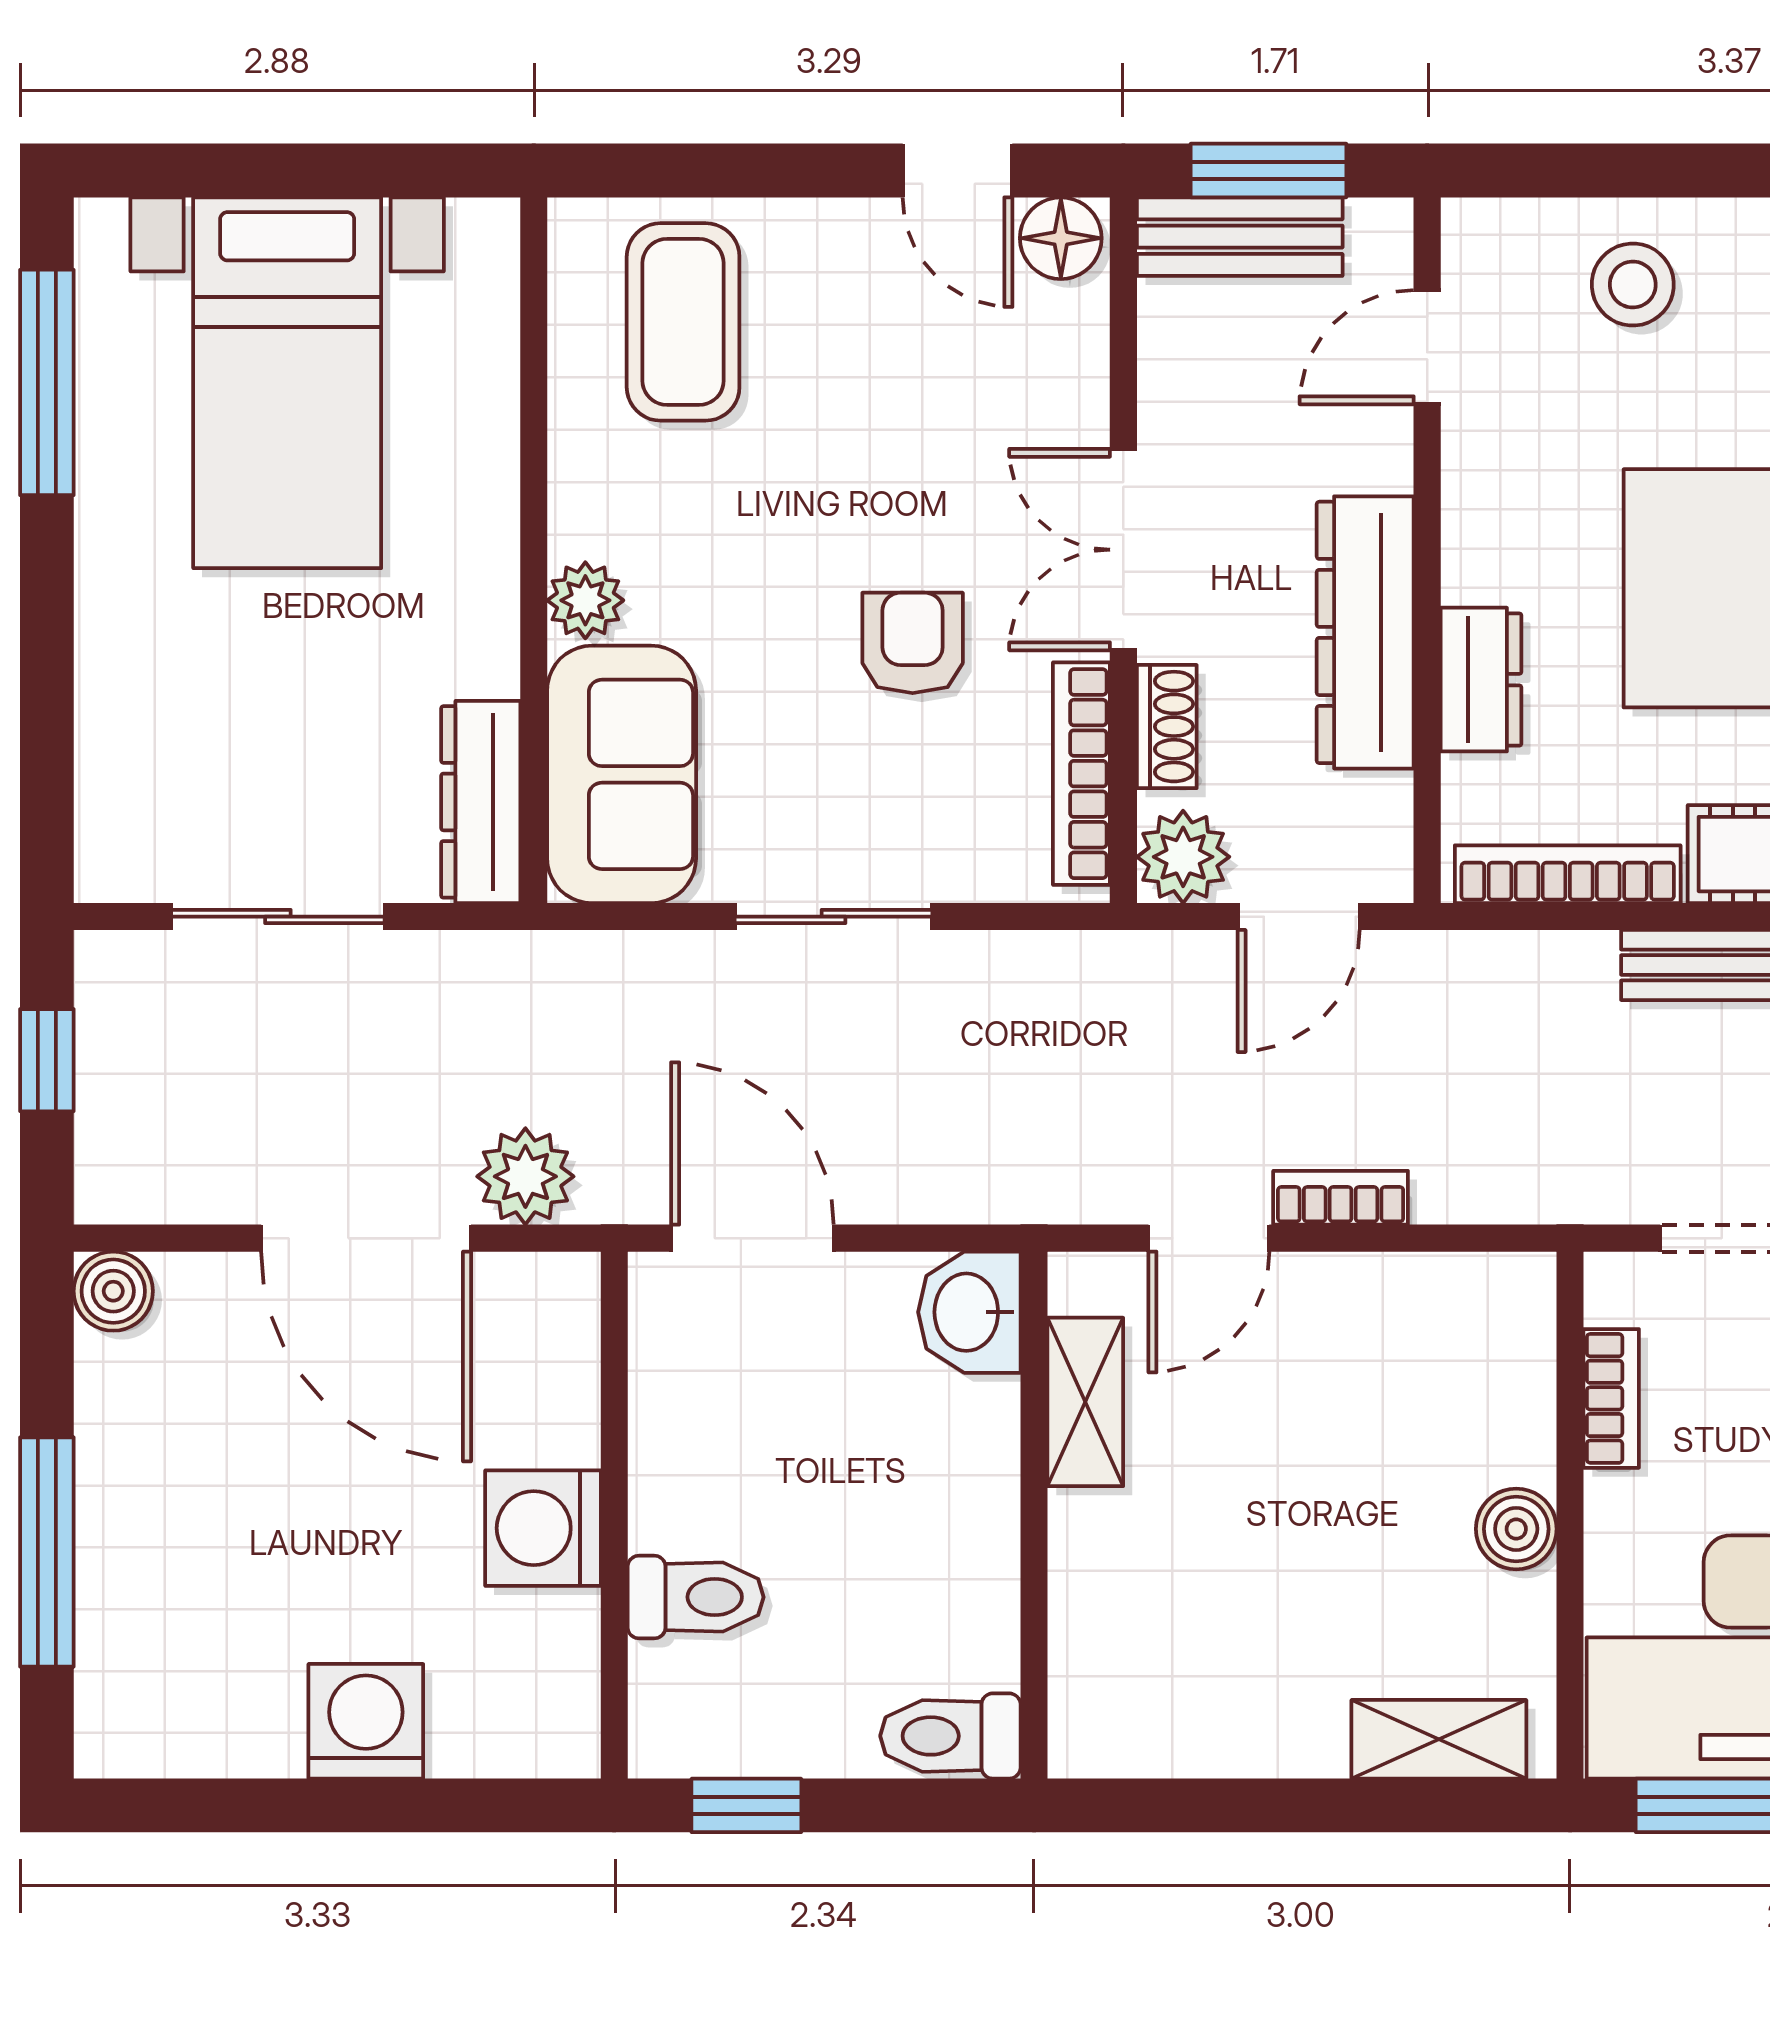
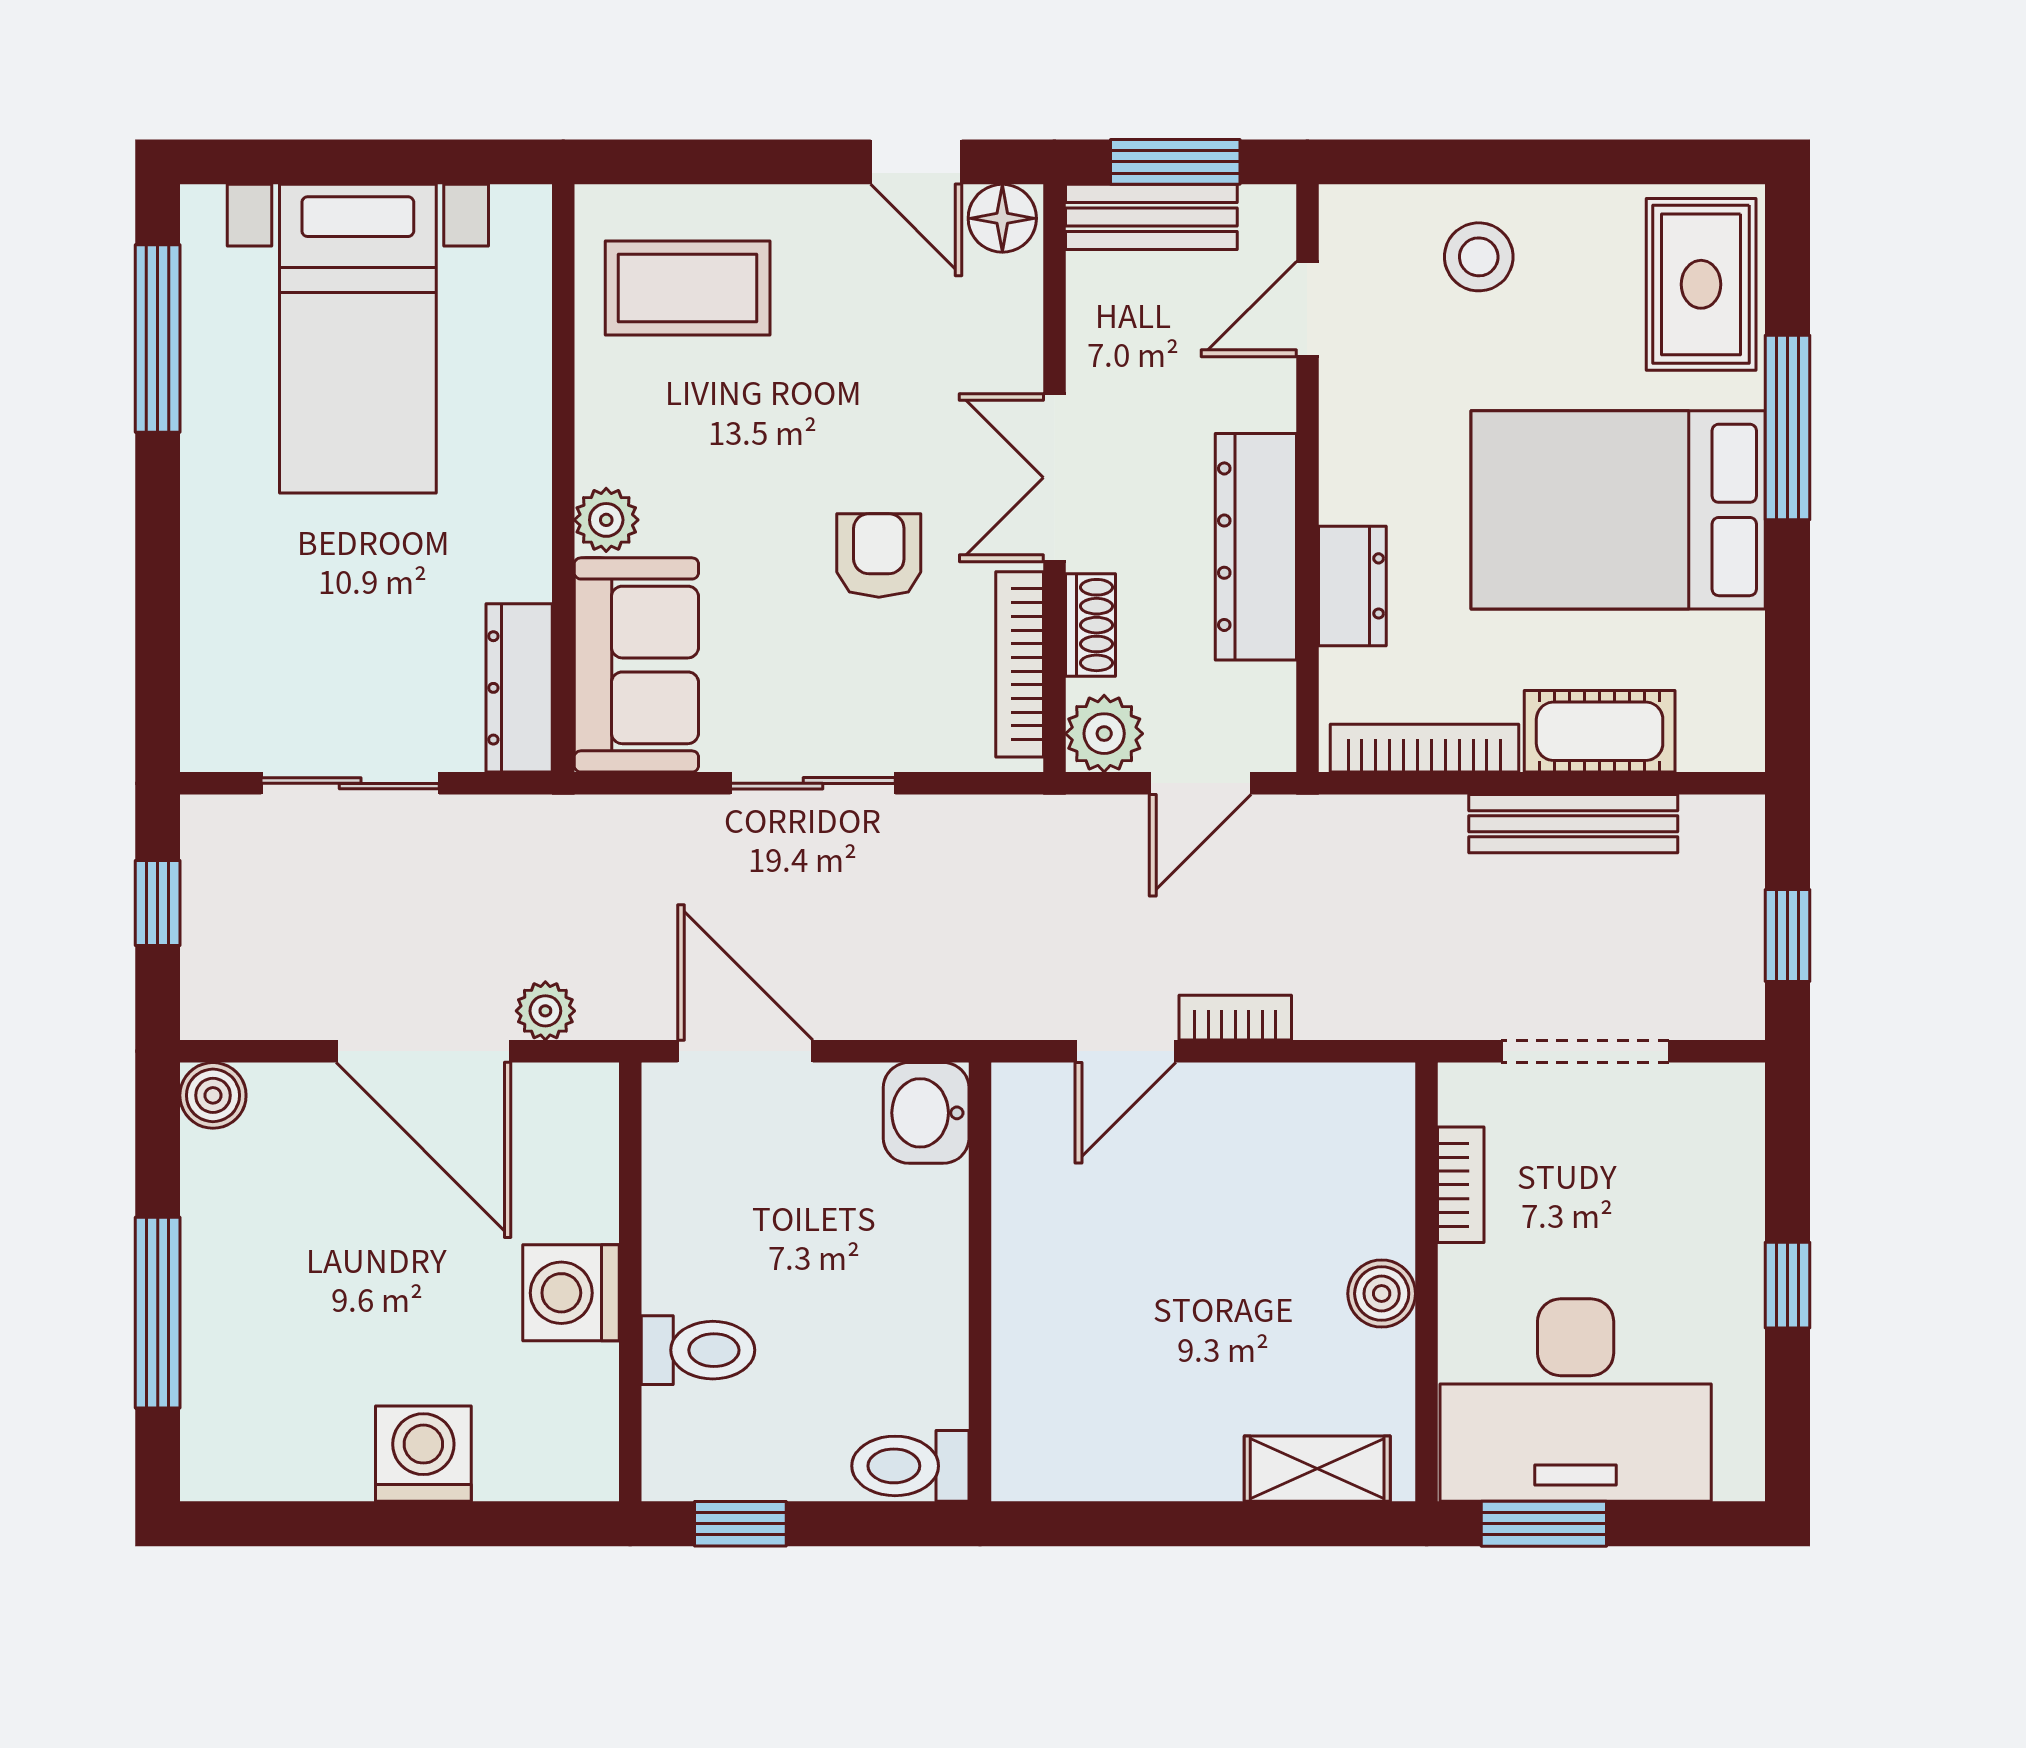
coffee table: (683, 322) -> (688, 288), turned 90
plant: (525, 1176) -> (545, 1011), width x0.73, depth x0.73
shelving: (1085, 1402) -> (1023, 1188), removed

